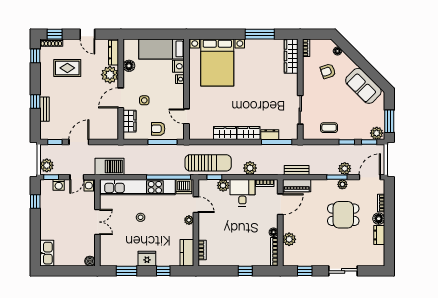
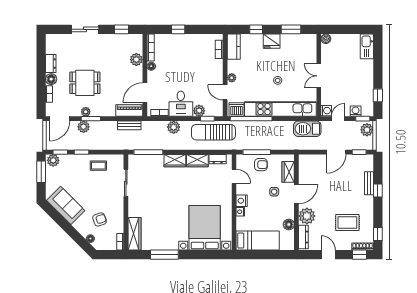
nightstand: (178, 66) -> (242, 201), moved
dresser: (270, 135) -> (218, 159), moved

